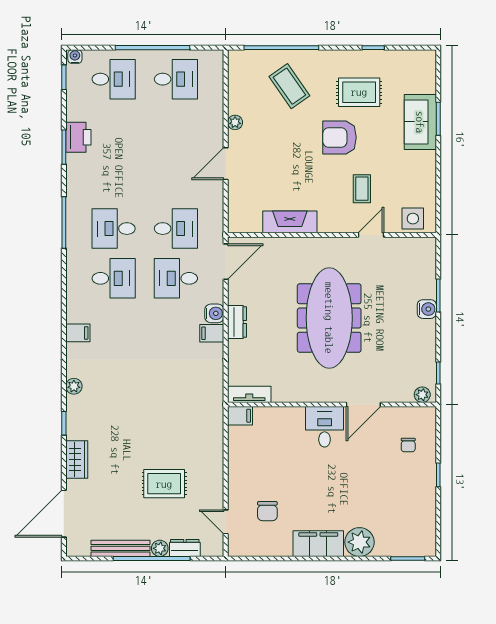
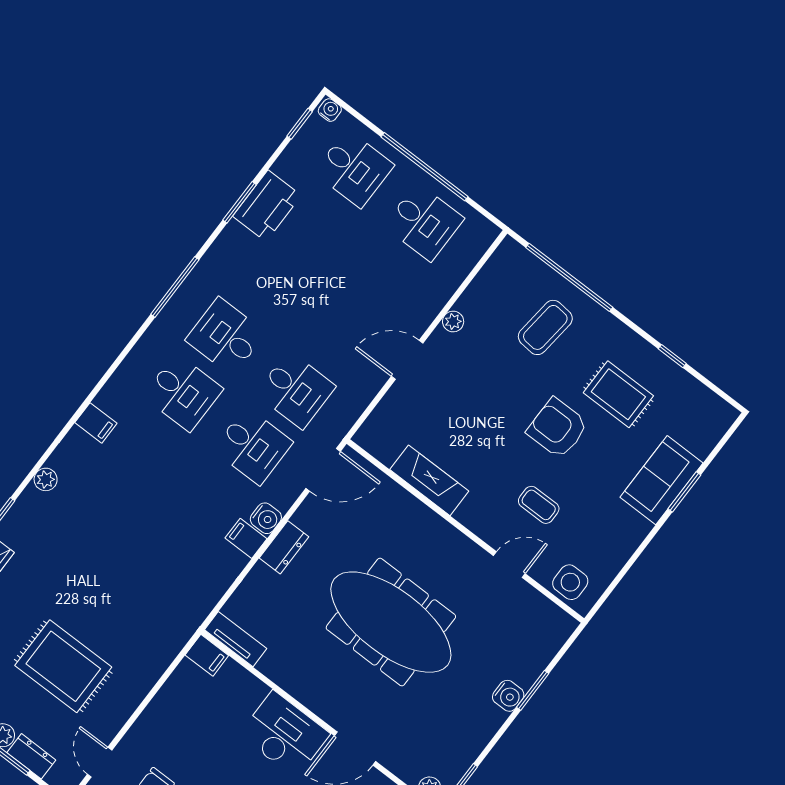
coffee table: (289, 86) -> (545, 327), turned 41
printer: (78, 137) -> (267, 206), width x1.37, depth x1.19
coffee table: (362, 189) -> (539, 505), turned 90
desk: (176, 278) -> (253, 446), turned 180
meeting table: (329, 318) -> (391, 622), turned 90
desk: (325, 427) -> (284, 734), width x1.37
rug: (164, 484) -> (63, 666), width x1.36, depth x1.43

